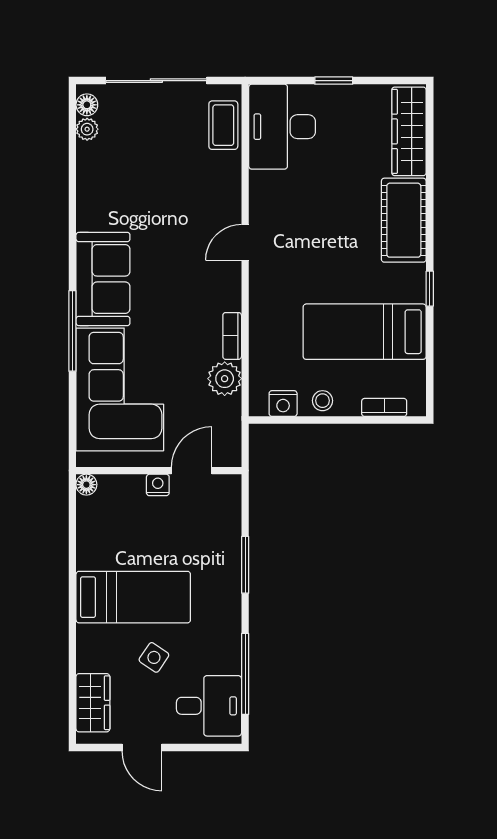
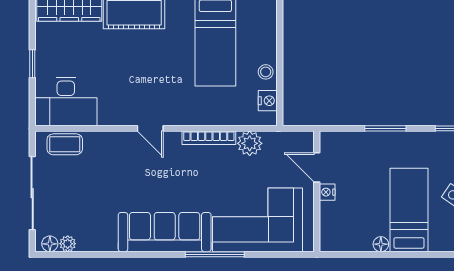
sofa: (103, 279) -> (165, 232), width x1.36
bookcase: (232, 336) -> (209, 138), width x1.56
bookcase: (384, 407) -> (271, 27), removed
floor lamp: (86, 485) -> (381, 244), moved

